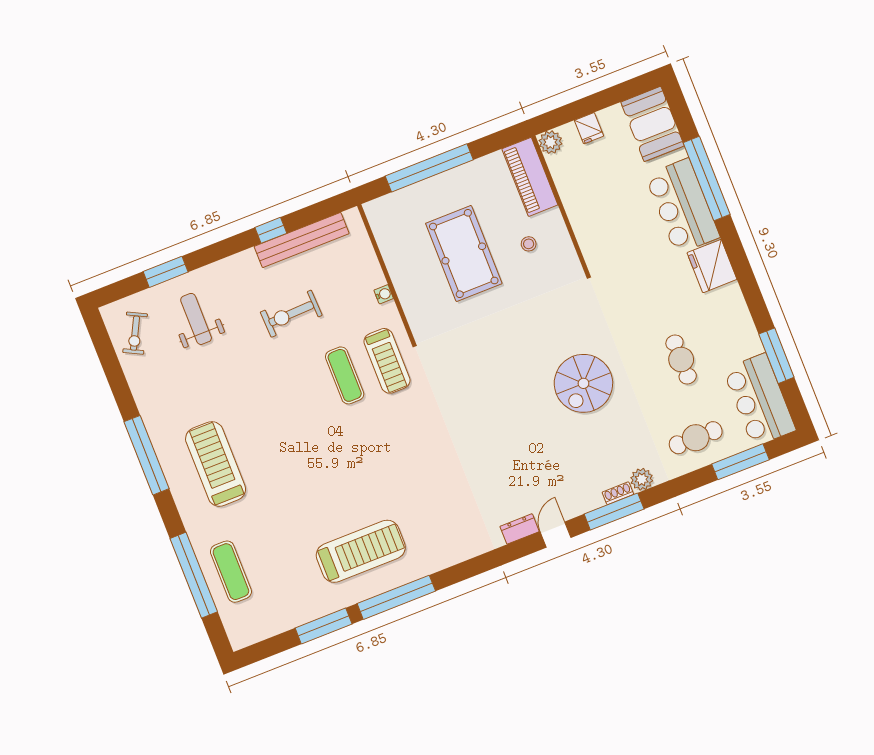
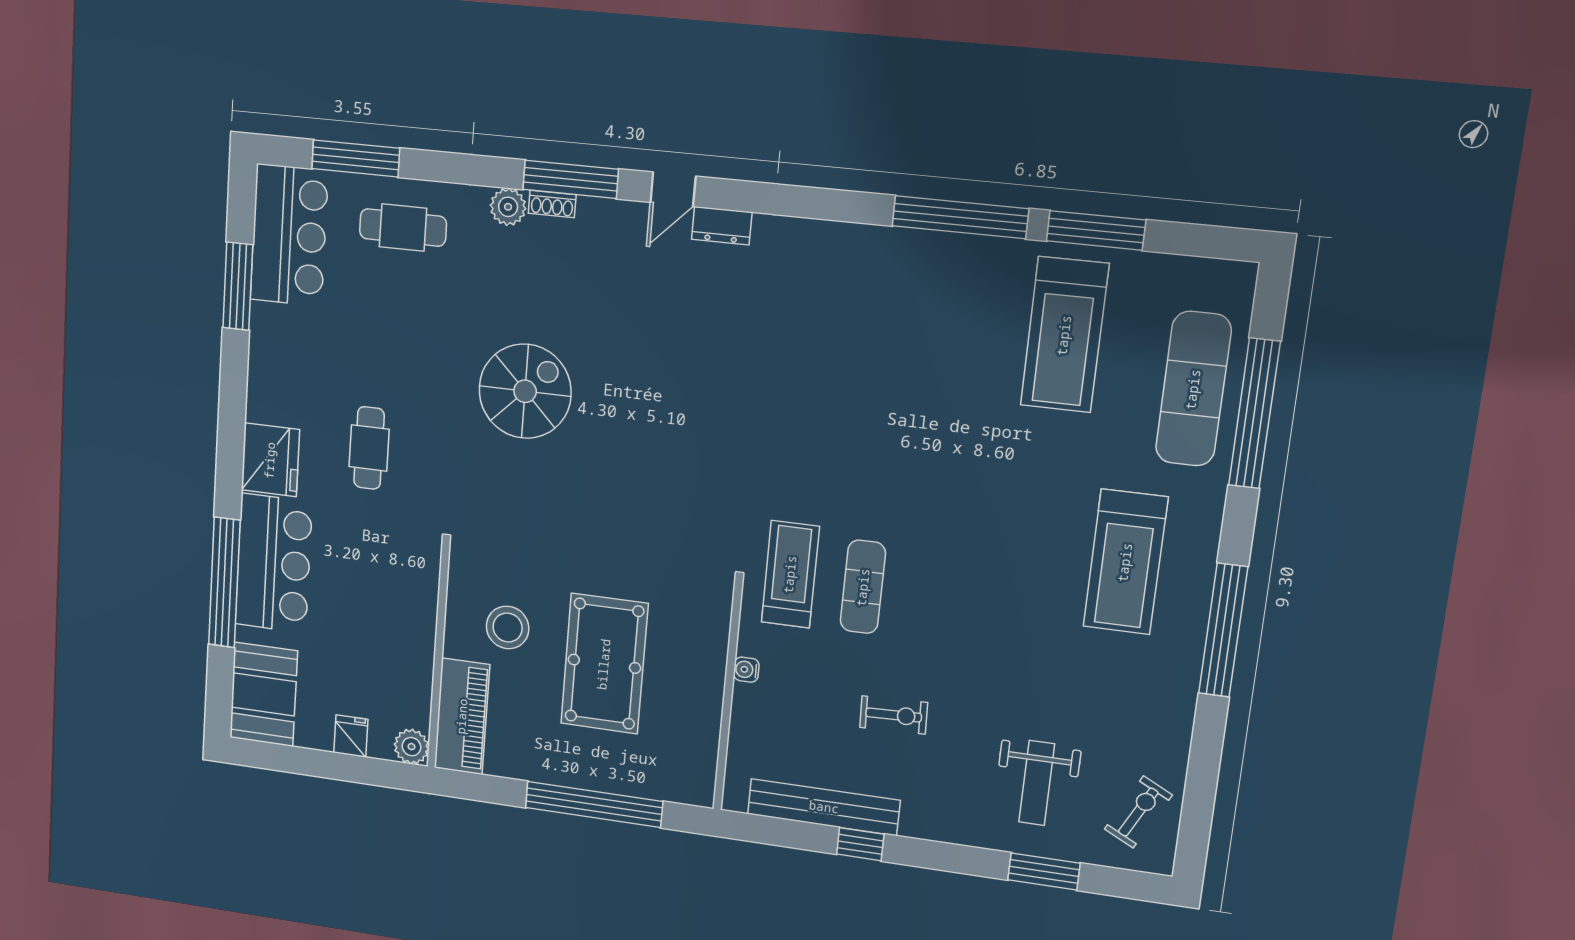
stool: (529, 244) -> (508, 627), width x1.89, depth x1.89
exercise bike: (291, 314) -> (894, 715), width x0.73, depth x0.72
cafe table: (681, 359) -> (369, 448), moved
treadmill: (361, 551) -> (1064, 335), moved, turned -90
exercise mat: (231, 572) -> (1193, 389), width x1.36, depth x1.45

